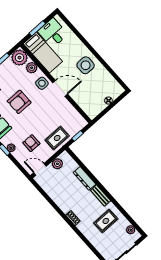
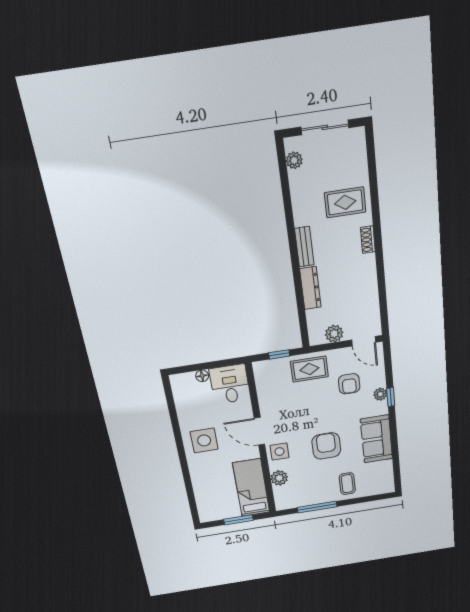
desk: (53, 33) -> (230, 384), moved, turned 180
plant: (19, 58) -> (286, 499), removed
armchair: (19, 102) -> (326, 446), turned -90
rug: (106, 221) -> (345, 202), moved

